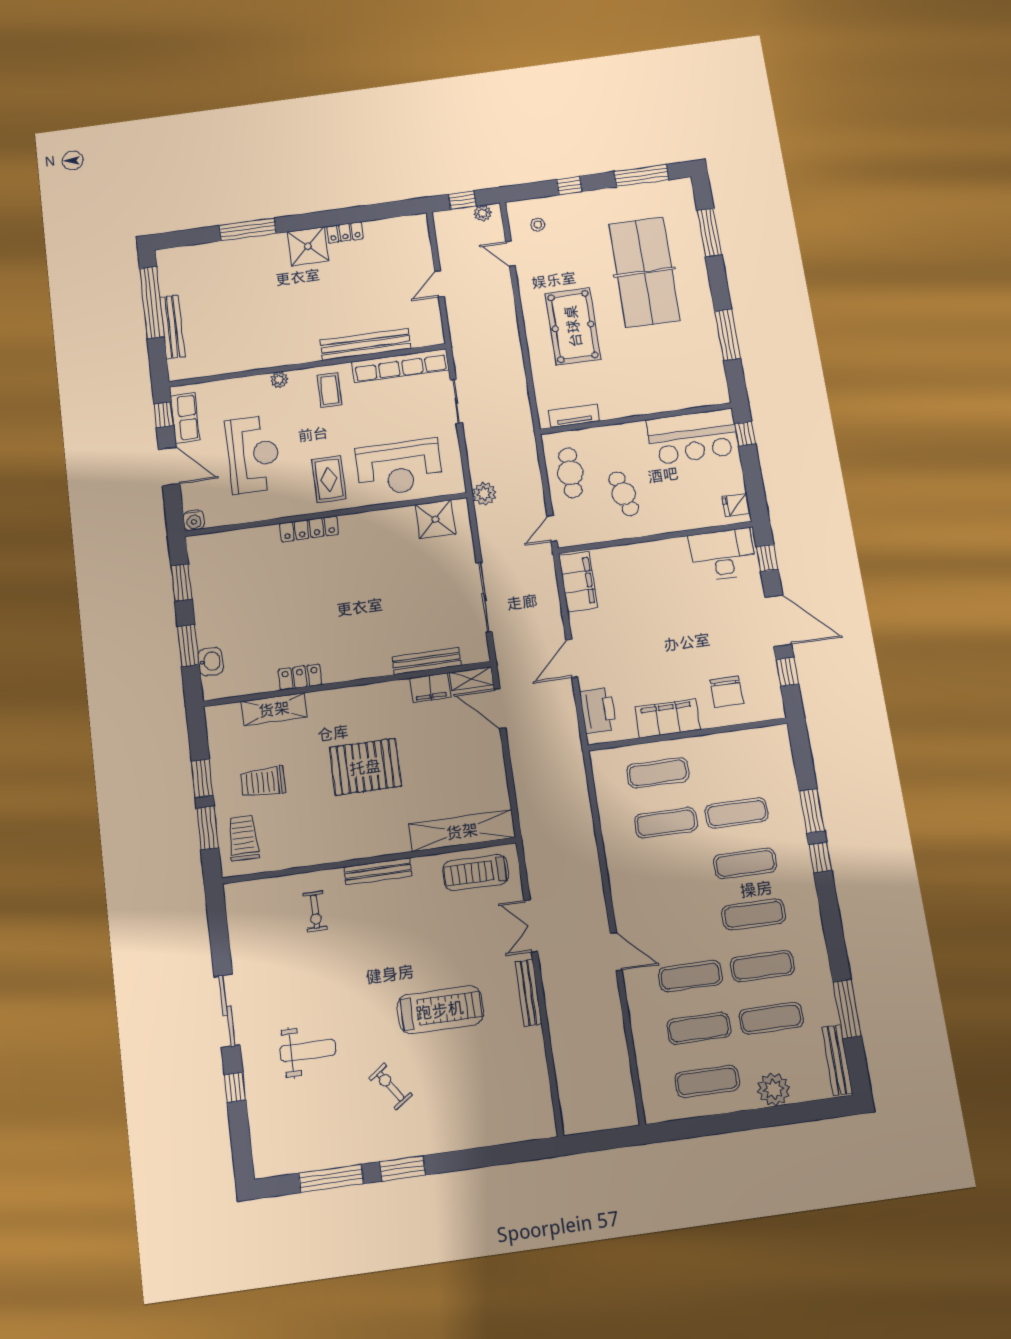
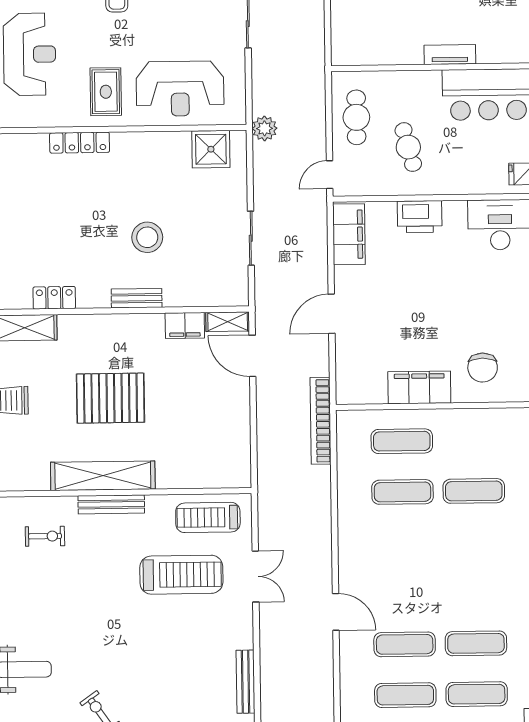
tv unit: (574, 416) -> (450, 55), moved
sliding door: (484, 597) -> (251, 238), width x0.73
stool: (384, 609) -> (147, 237), added
bench: (427, 661) -> (137, 298), moved, width x0.73
printer: (598, 710) -> (420, 217), moved, turned 90
bookcase: (575, 763) -> (321, 421), added
shelving: (462, 831) -> (103, 476), moved
exercise mat: (745, 863) -> (474, 542), removed
exercise bike: (315, 912) -> (45, 536), turned -90
exercise mat: (754, 914) -> (475, 593), removed
double door: (531, 926) -> (256, 577), swing flipped
bench: (528, 993) -> (245, 682), moved
treadmill: (440, 1010) -> (181, 575), moved

